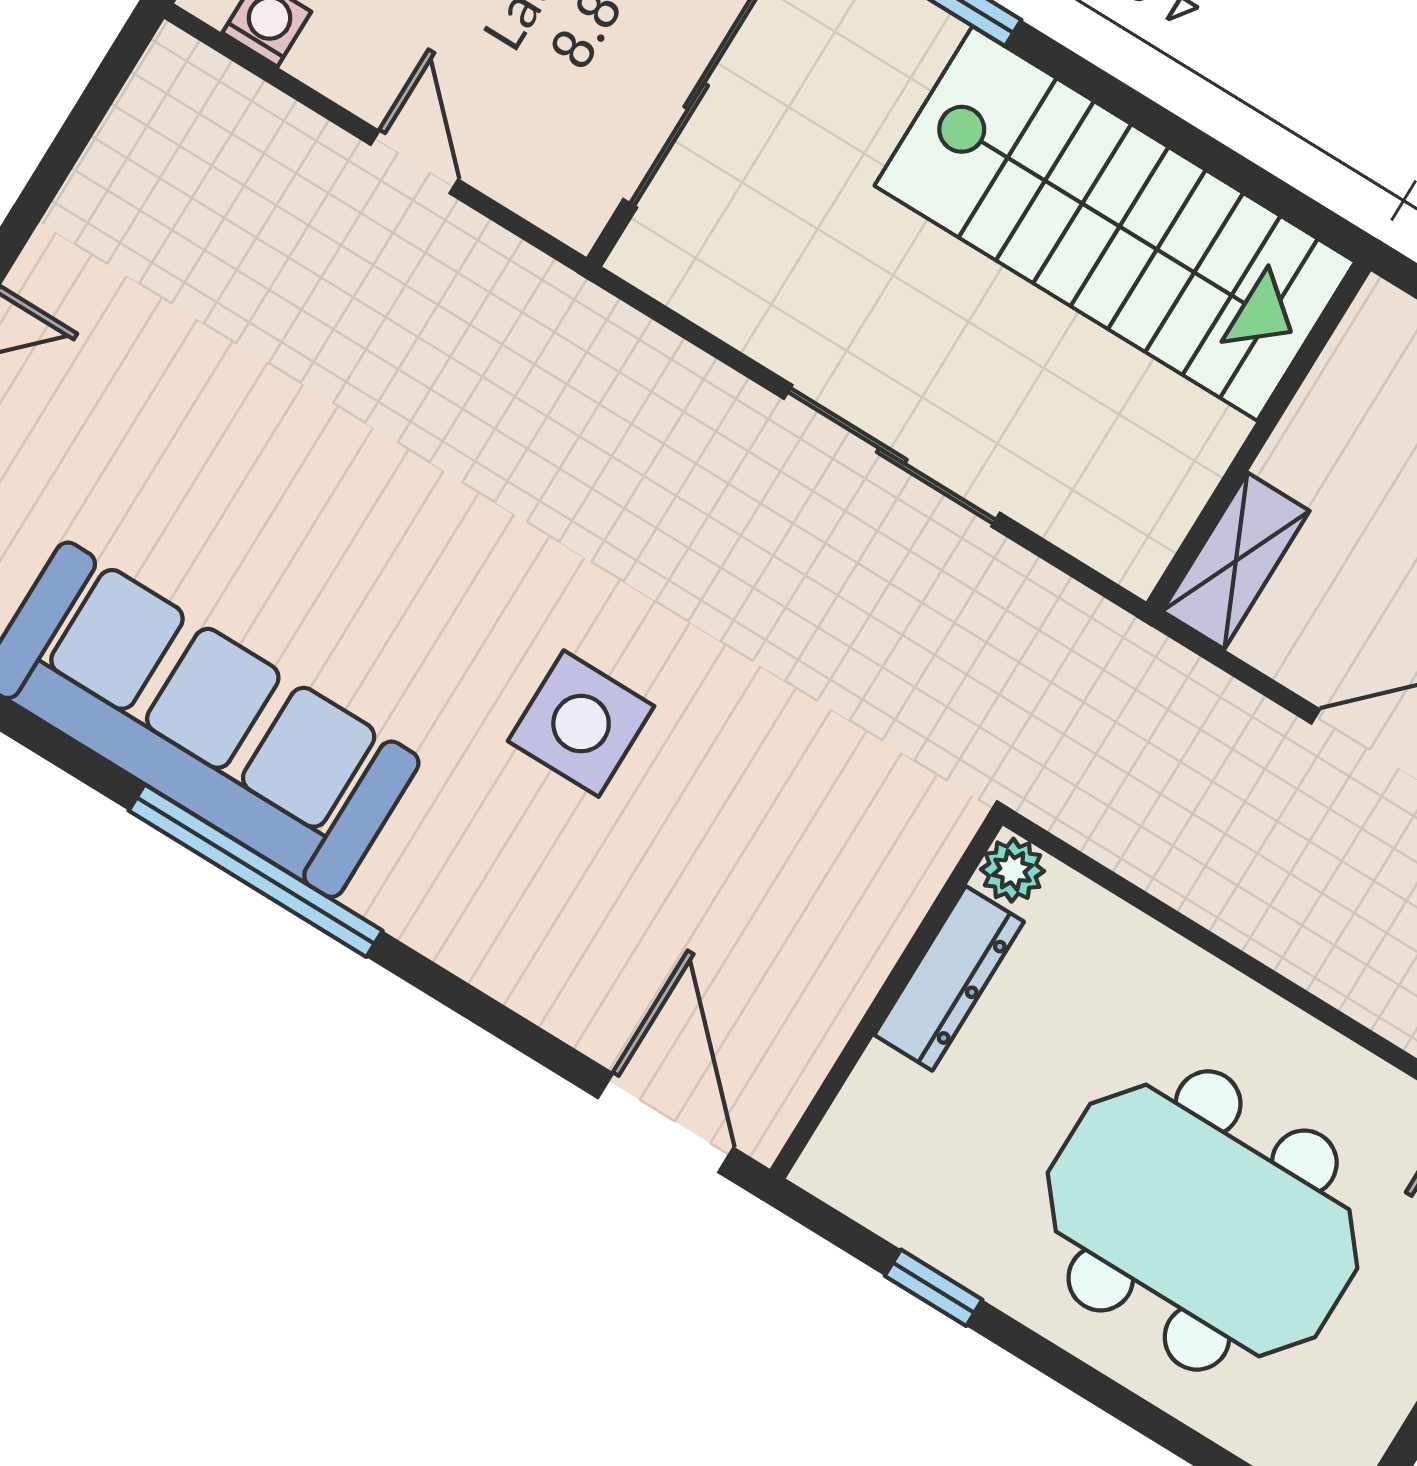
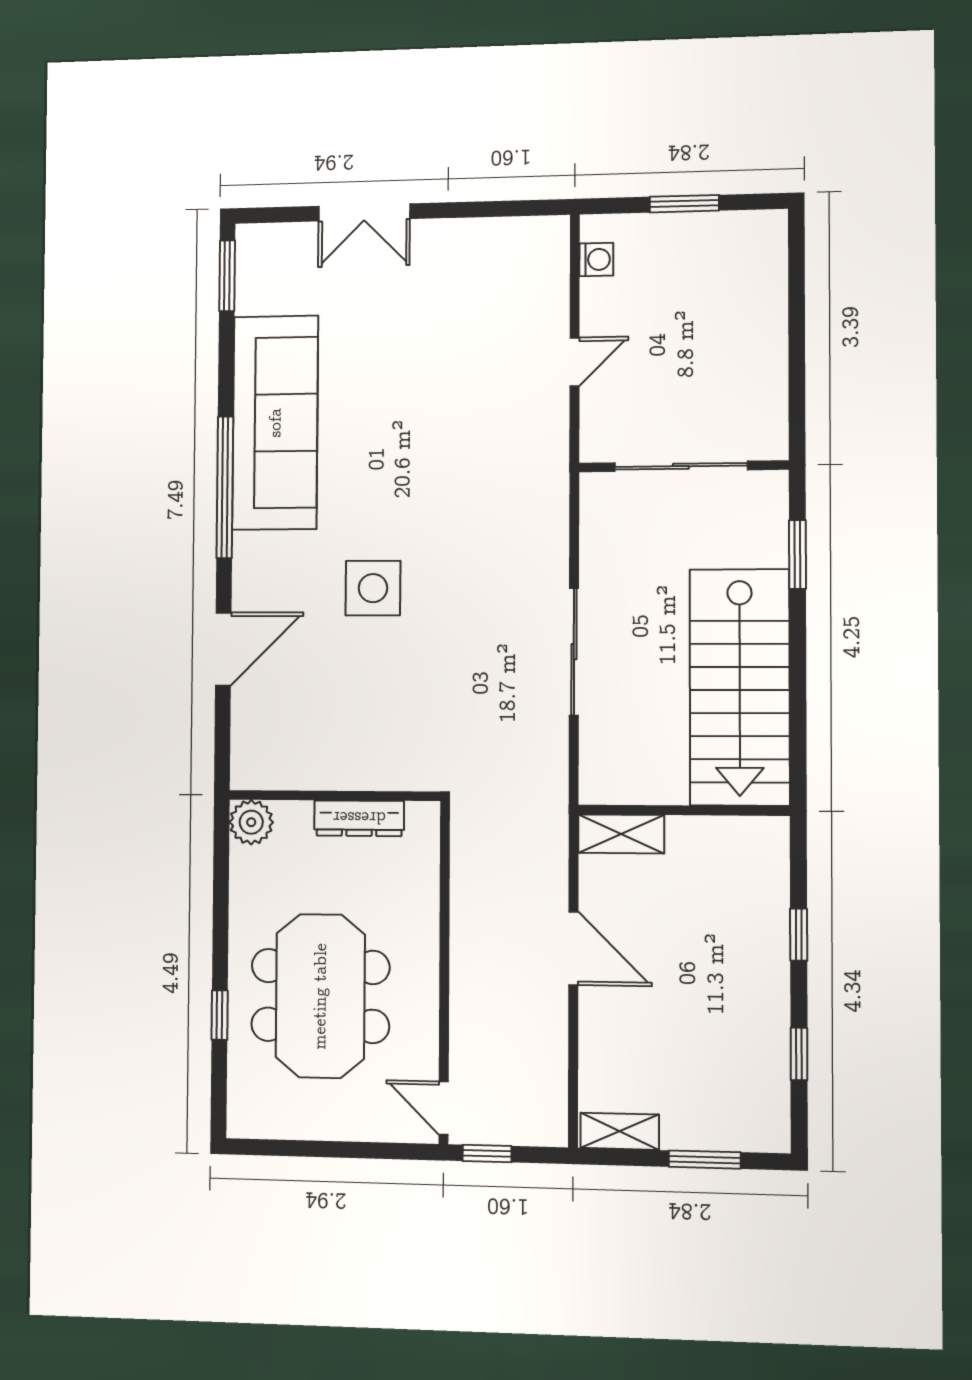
plant: (1013, 870) -> (251, 822), moved, width x1.38, depth x1.38
door: (666, 1123) -> (223, 649), moved
window: (934, 1288) -> (220, 1015), moved

